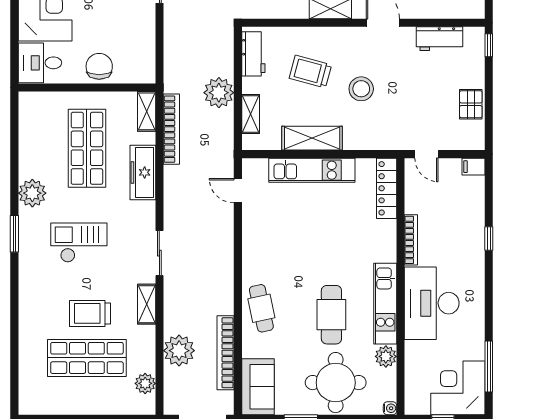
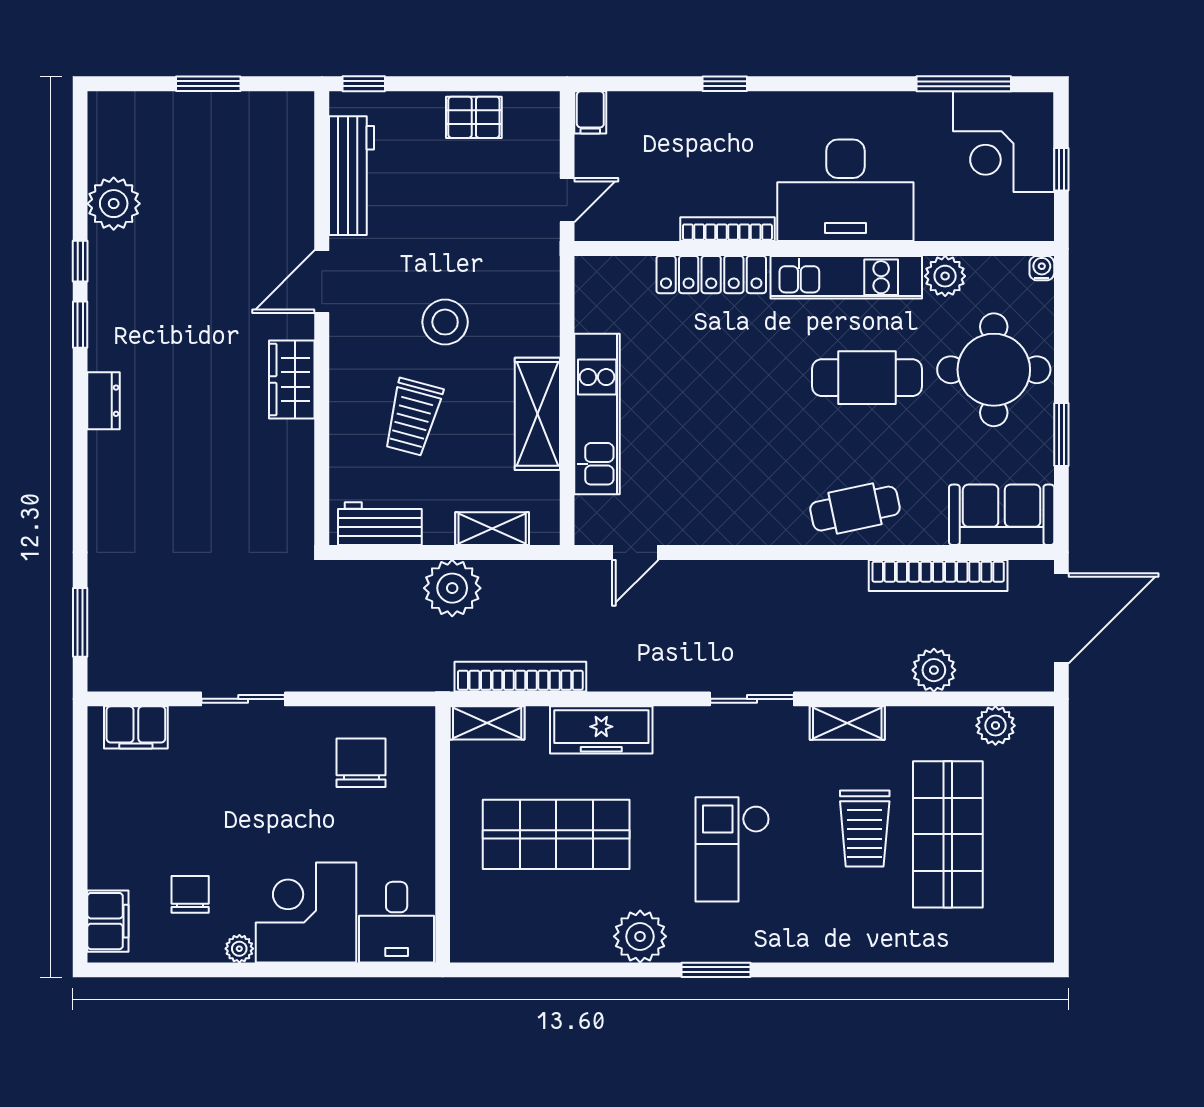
workbench: (440, 39) -> (351, 176), width x1.38
chair: (99, 66) -> (361, 763), moved, turned 90
locker: (387, 188) -> (711, 275), moved
plant: (179, 351) -> (934, 670), width x0.73, depth x0.73

